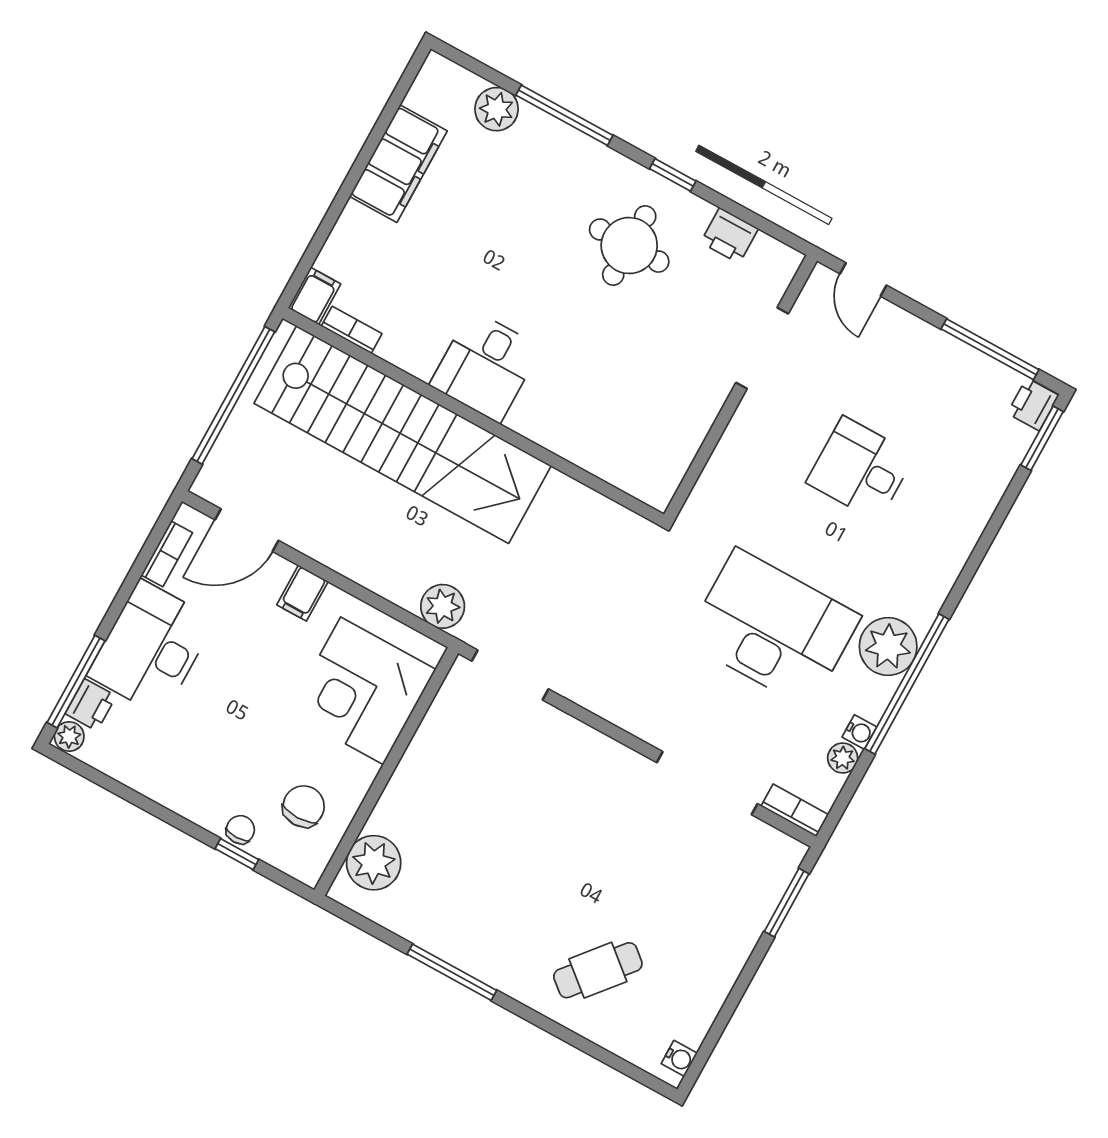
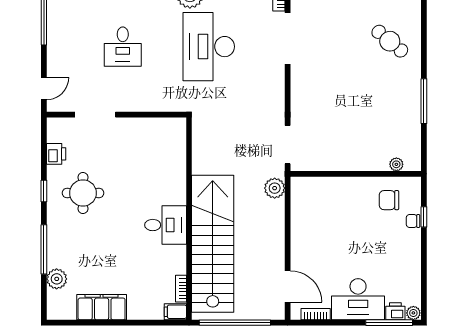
filing cabinet: (302, 593) -> (301, 249), removed
corner desk: (362, 691) -> (328, 202), removed
plant: (374, 863) -> (396, 164), width x0.53, depth x0.53

